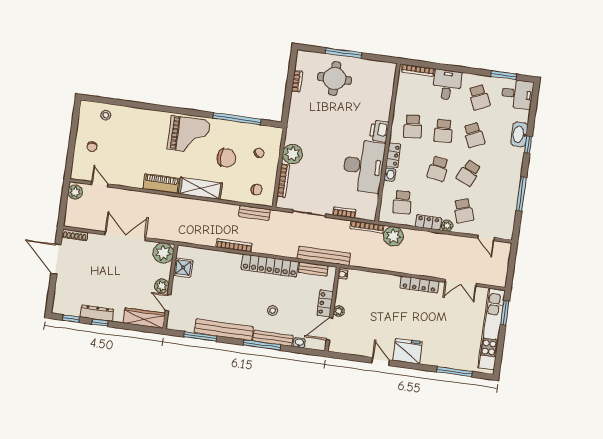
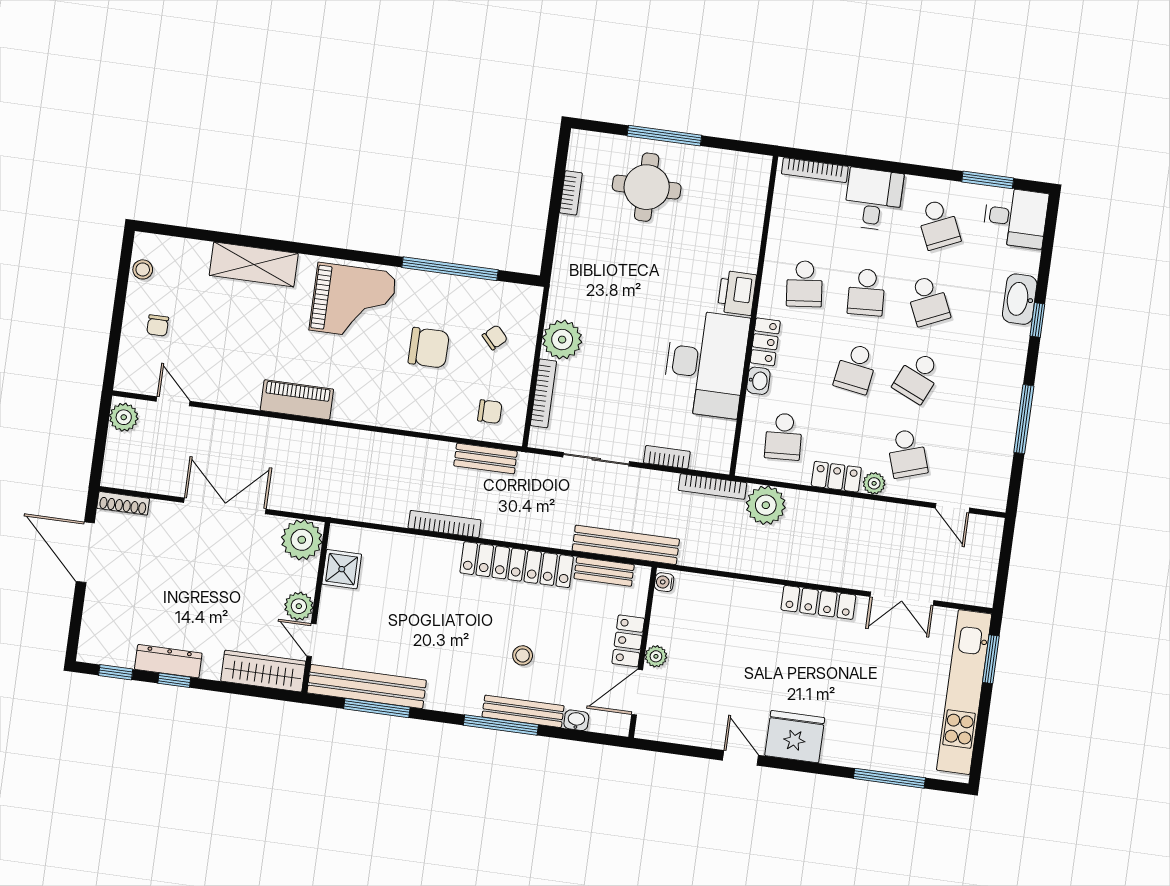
stool: (106, 115) -> (143, 269), moved
shelving: (200, 188) -> (254, 264), moved
bench: (224, 330) -> (367, 687), moved

